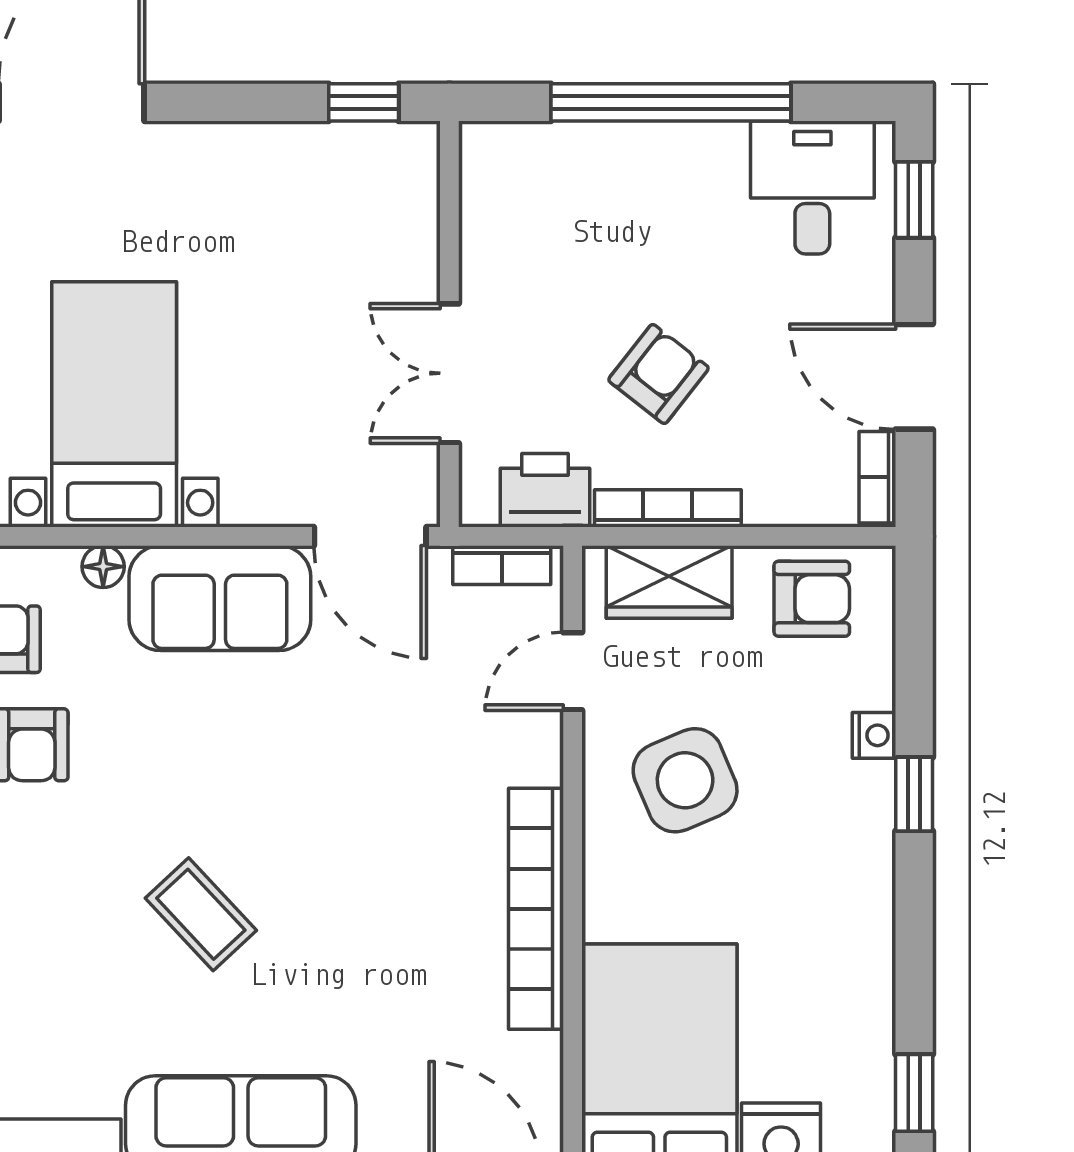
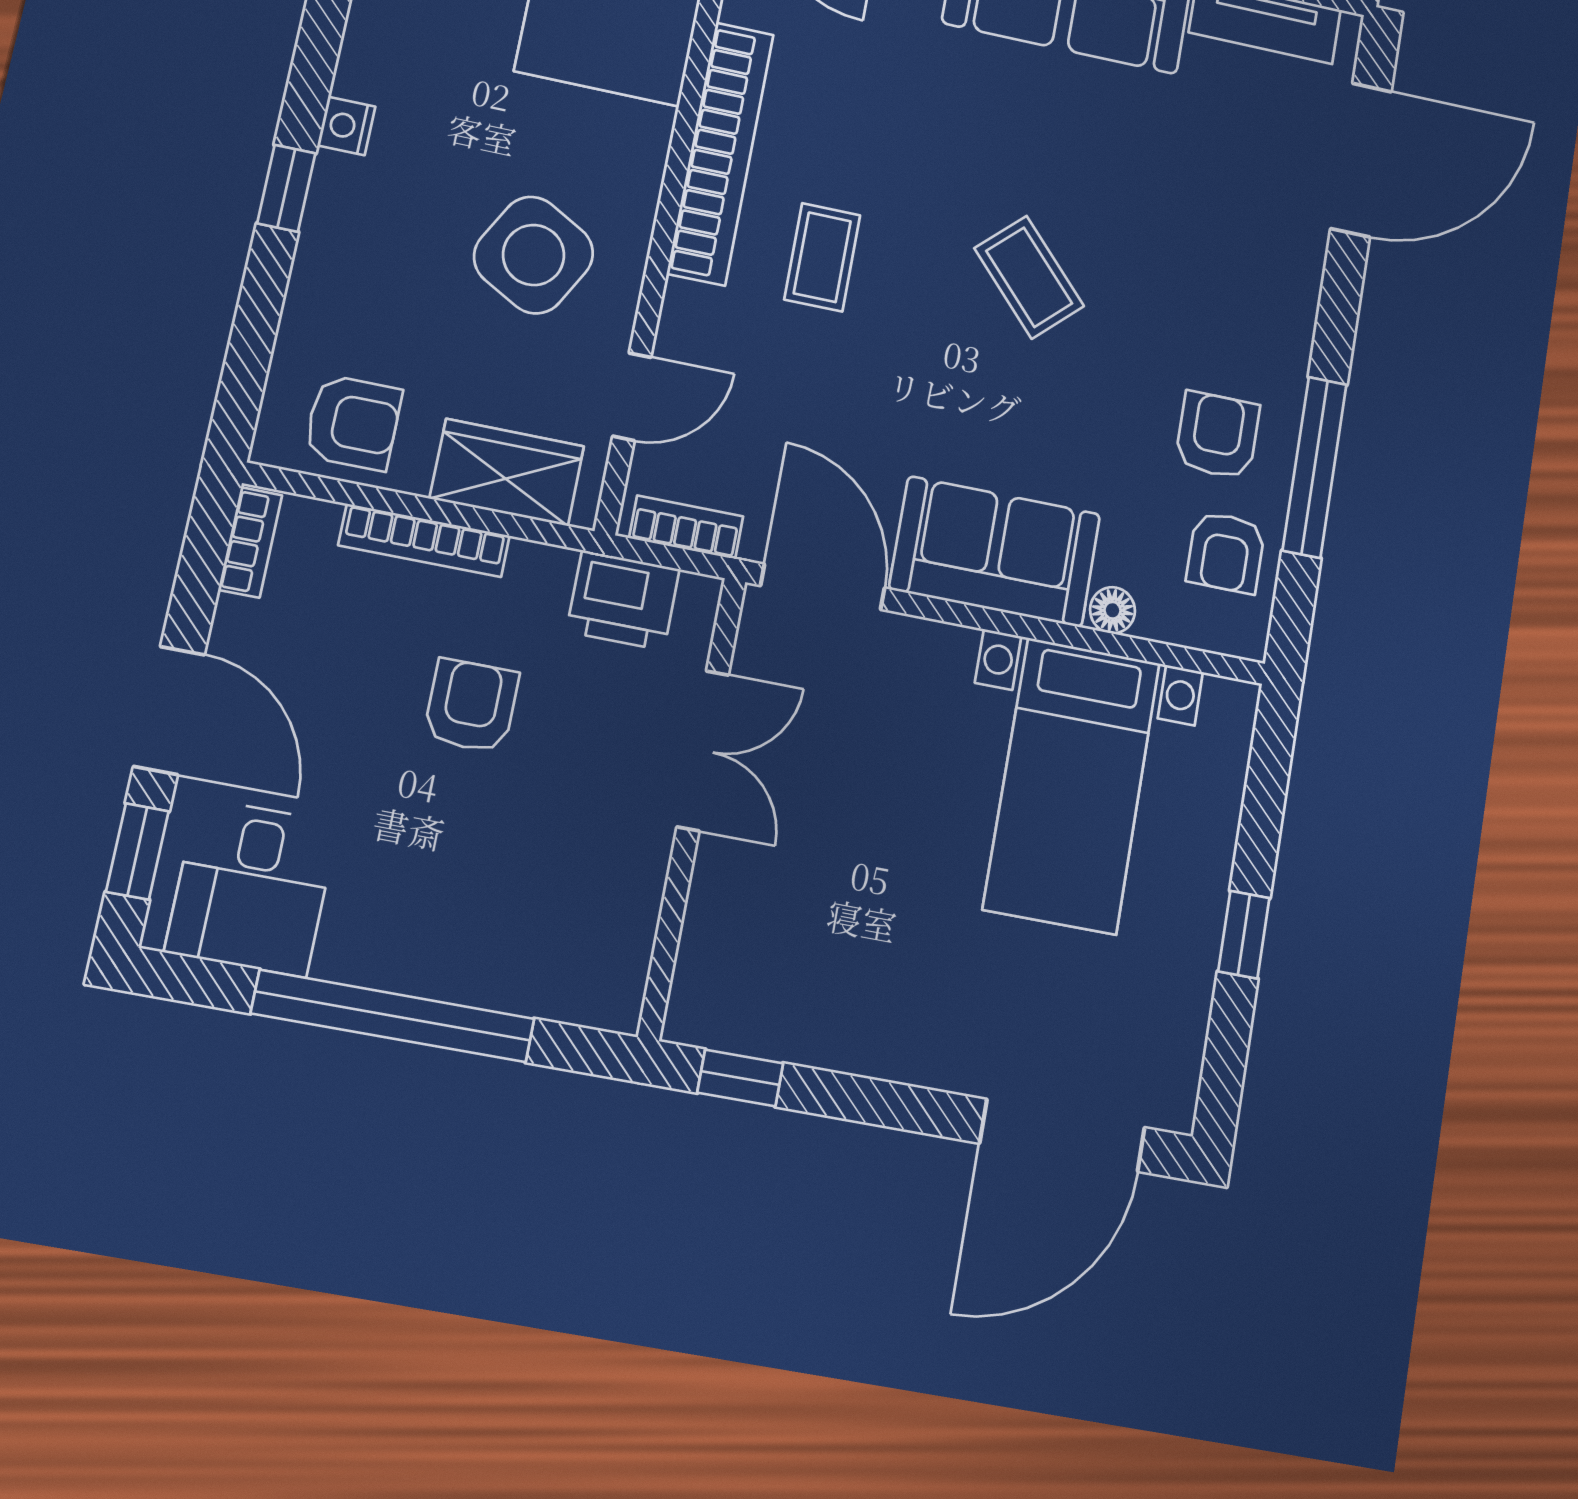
armchair: (659, 374) -> (471, 706), turned 142
door: (914, 377) -> (169, 710), moved
bookcase: (668, 508) -> (424, 540), moved
armchair: (812, 599) -> (353, 423), turned 180
nightstand: (874, 735) -> (346, 126), moved
side table: (685, 780) -> (534, 255), turned -38
coffee table: (425, 833) -> (822, 257), added
coffee table: (201, 914) -> (1029, 277), moved

